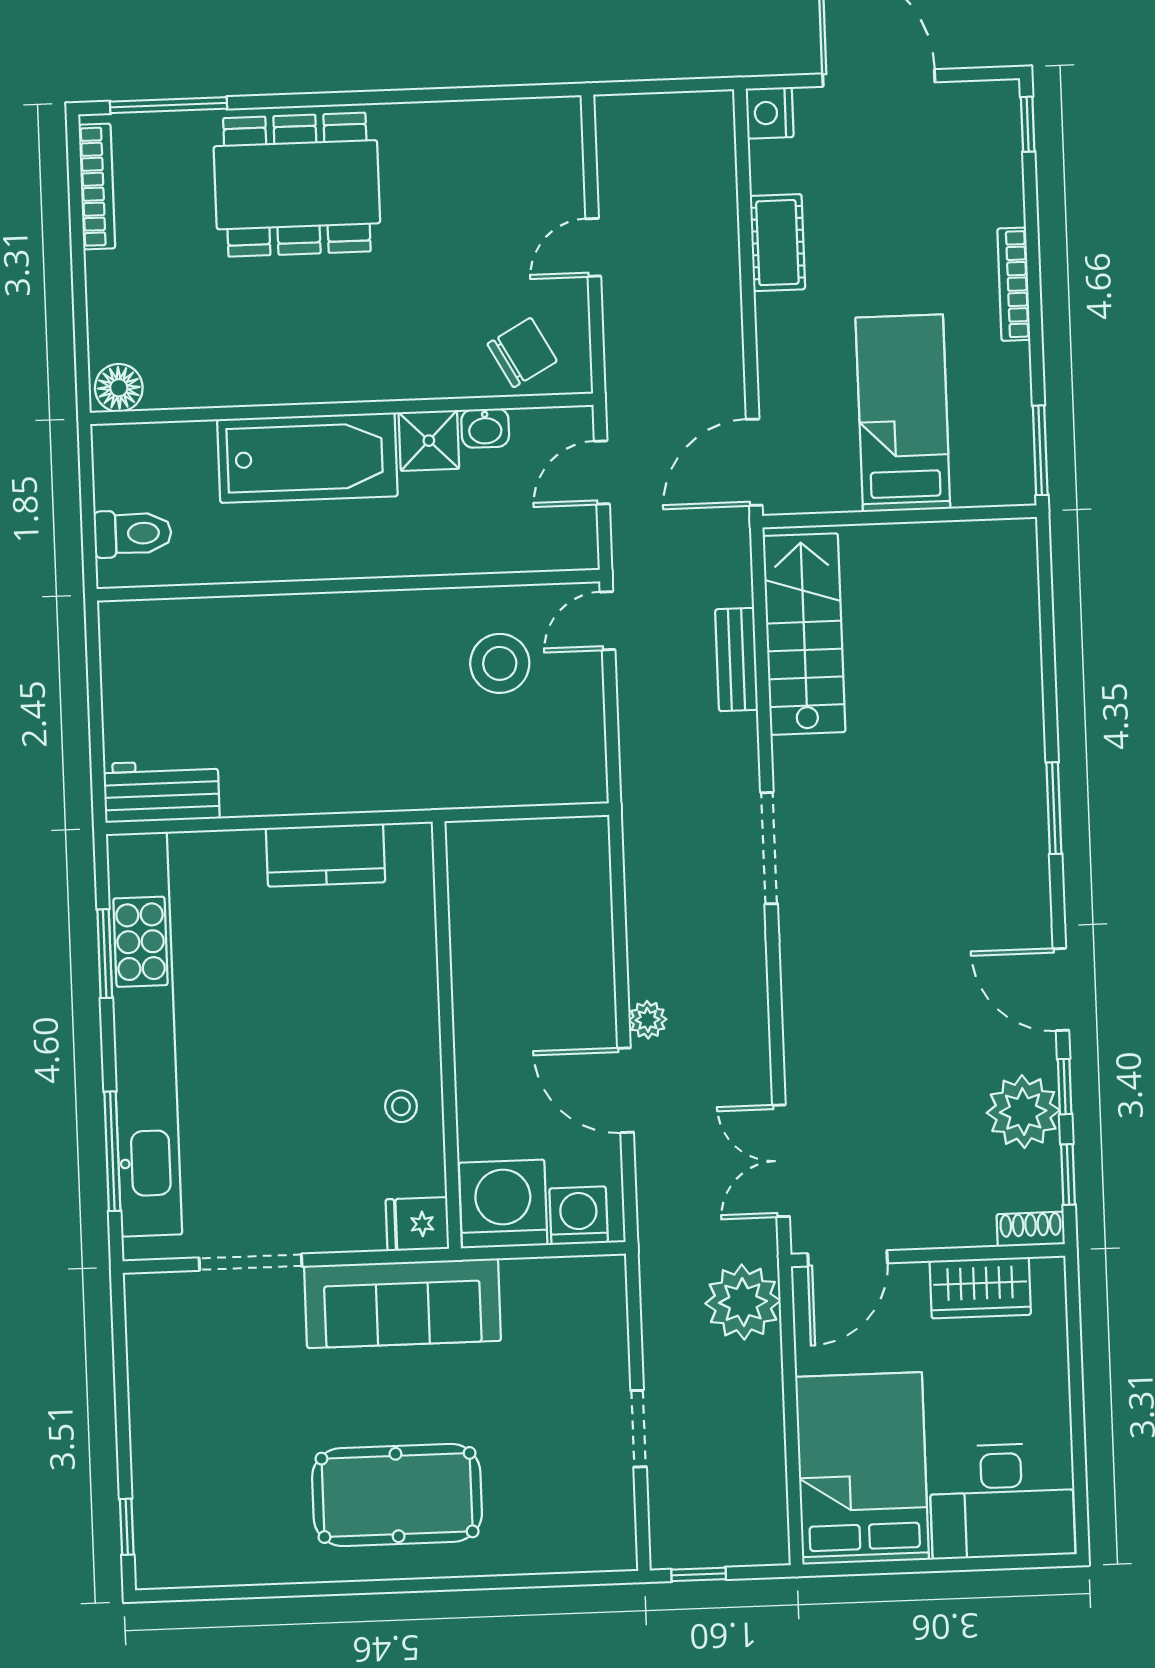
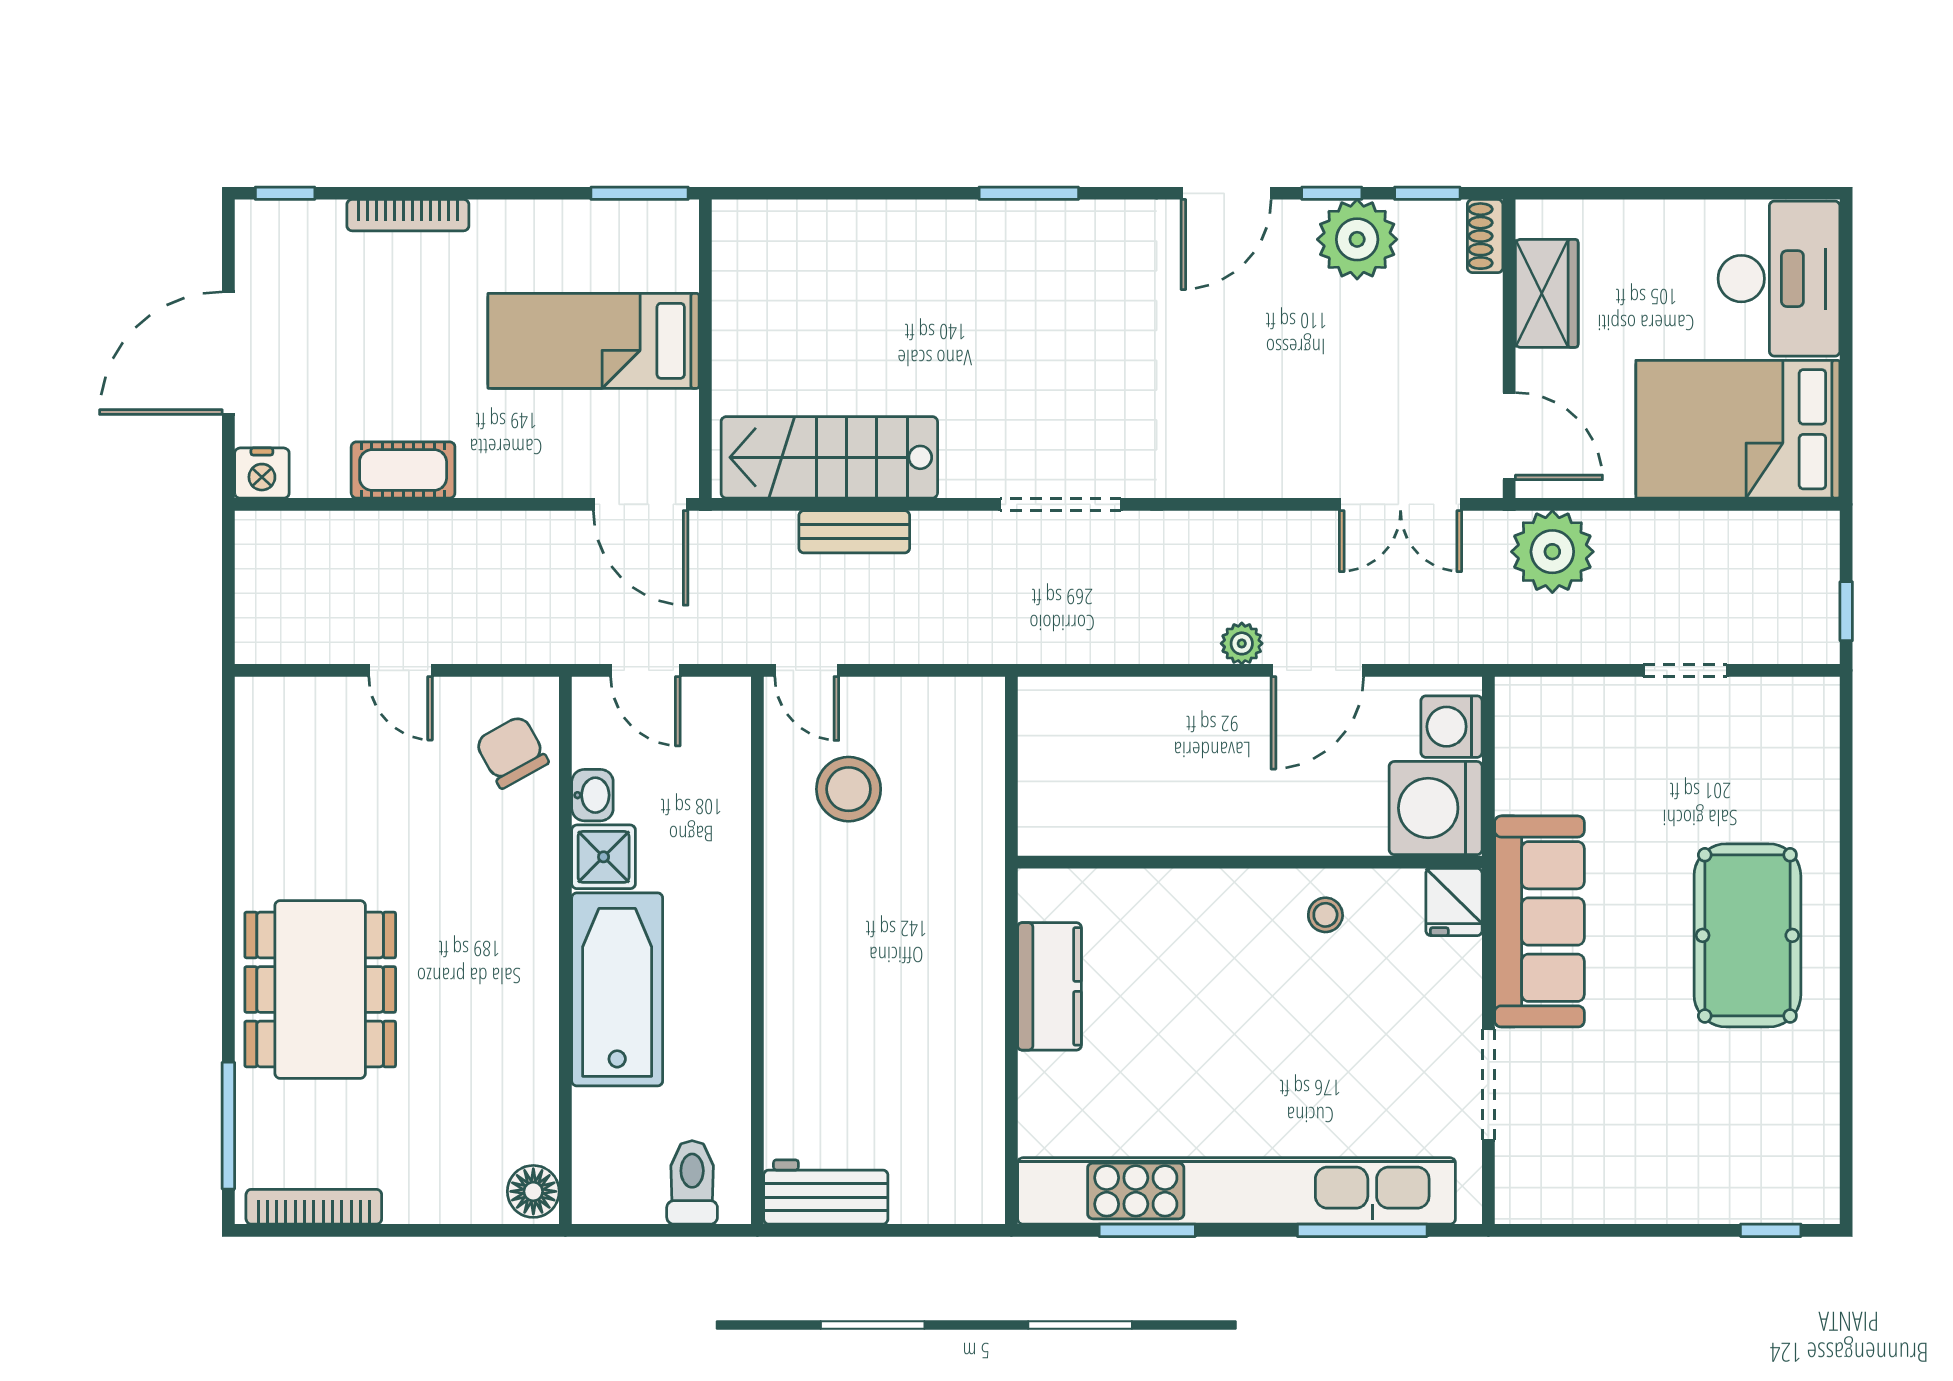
bookcase: (1014, 284) -> (408, 215), moved
workbench: (161, 791) -> (826, 1192), moved, turned 90

